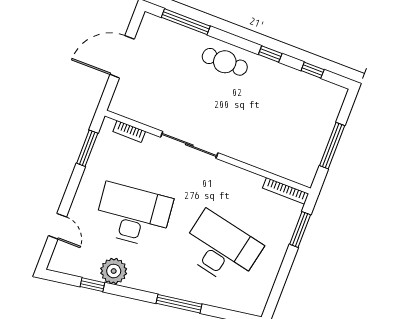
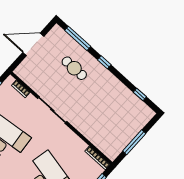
window: (270, 54) -> (104, 62), moved
cafe table: (225, 62) -> (74, 68), moved

